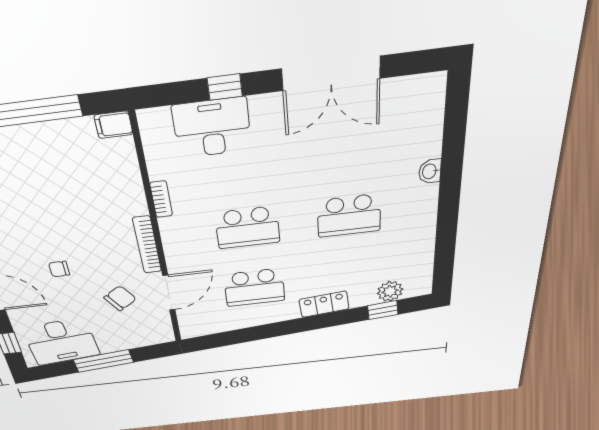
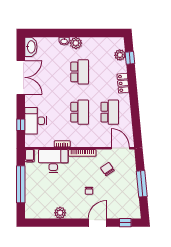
window: (225, 87) -> (21, 125), moved
washbasin: (418, 90) -> (31, 47), added
plant: (423, 199) -> (76, 43), added
door: (169, 293) -> (120, 148), moved
desk: (61, 342) -> (53, 161), moved, turned -85

